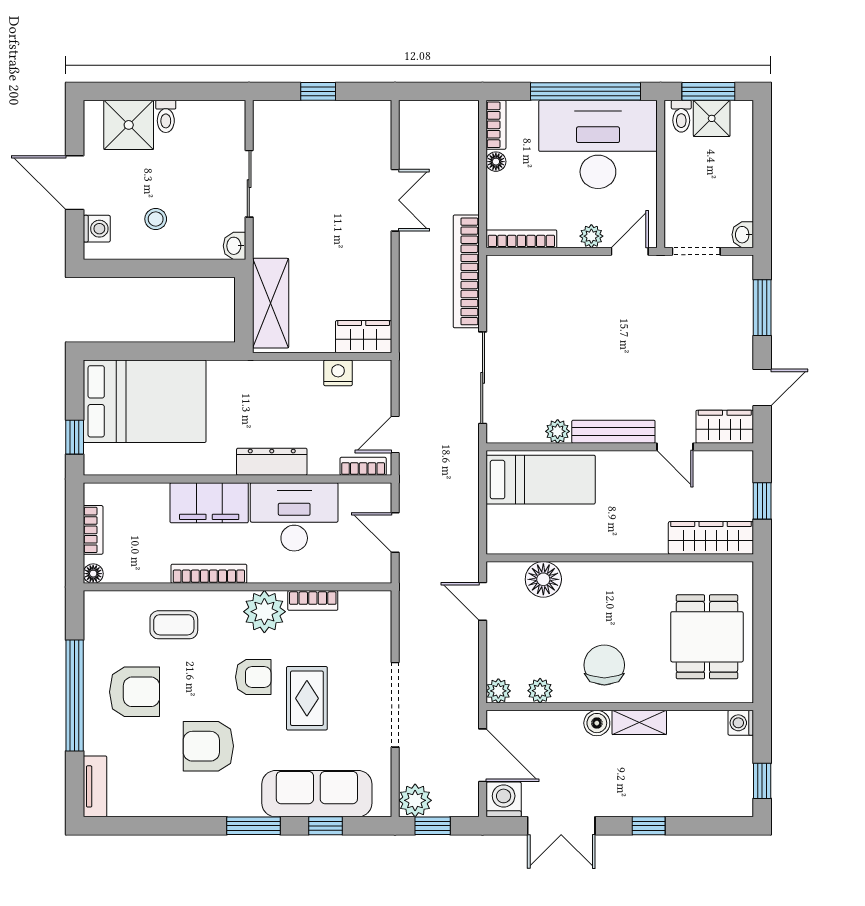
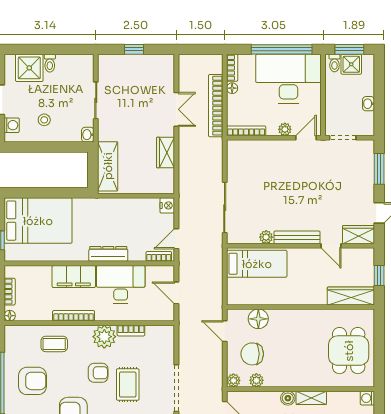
washbasin: (743, 235) -> (368, 104), moved
bookcase: (466, 271) -> (216, 106), moved
wardrobe: (364, 337) -> (165, 152), moved, turned -90
nightstand: (338, 373) -> (167, 205), moved, turned 90
chair: (604, 665) -> (252, 354), moved, turned -90

